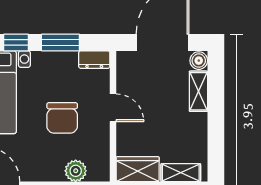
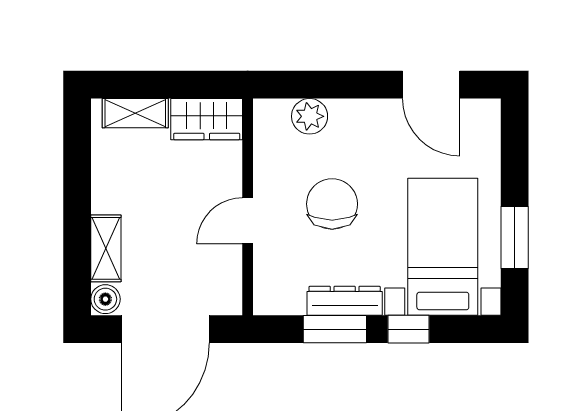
dresser: (94, 60) -> (345, 301), moved, width x1.44
door: (113, 108) -> (248, 221), hinge flipped

